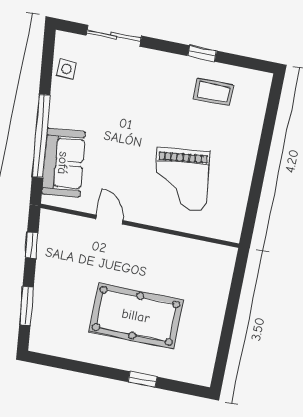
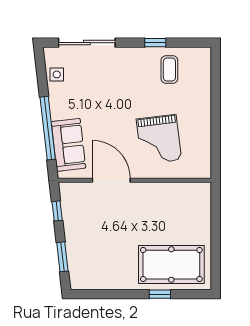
sliding door: (114, 36) -> (87, 43), width x1.37
coffee table: (213, 92) -> (169, 69), turned 90
door: (109, 220) -> (111, 180), width x1.87
pool table: (136, 316) -> (171, 265), moved

